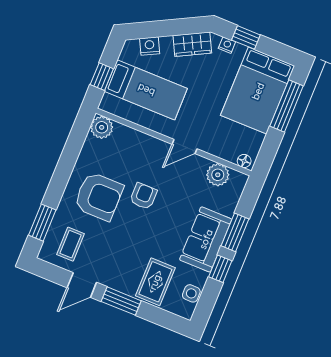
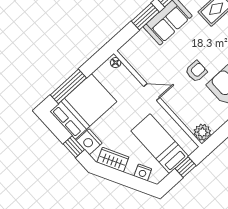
nightstand: (227, 45) -> (89, 142), width x1.89, depth x1.79
plant: (218, 175) -> (138, 62), removed
armchair: (143, 196) -> (196, 71), turned 180

